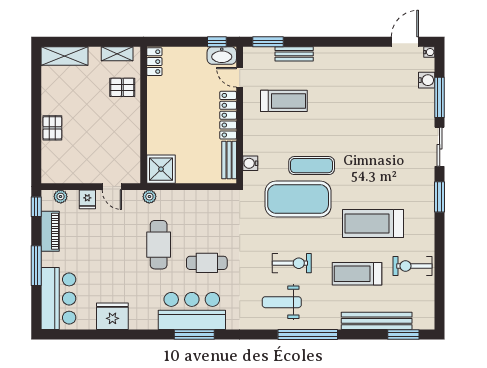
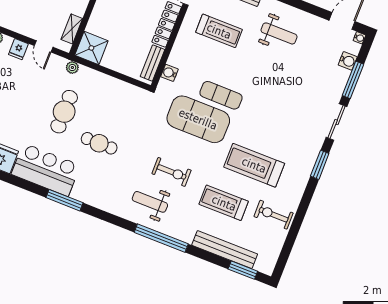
weight bench: (346, 80) -> (279, 33), added
shelving: (134, 158) -> (72, 29), added
bar counter: (192, 311) -> (46, 170), moved

